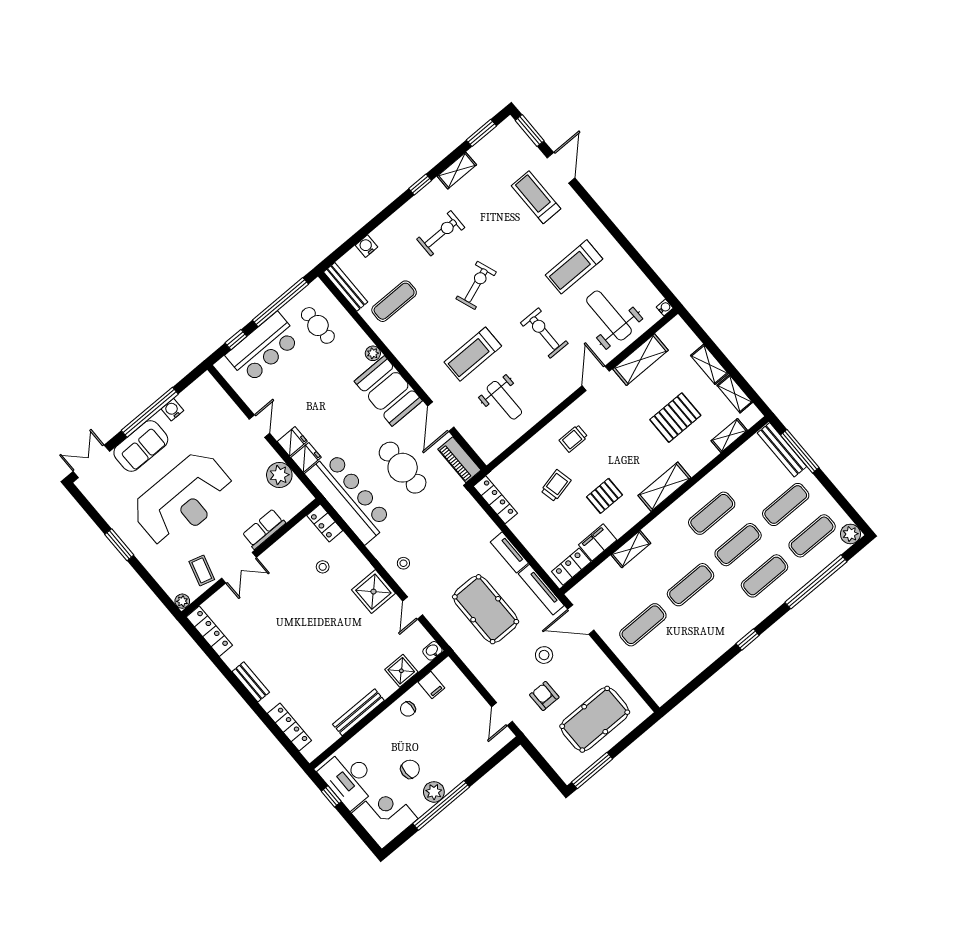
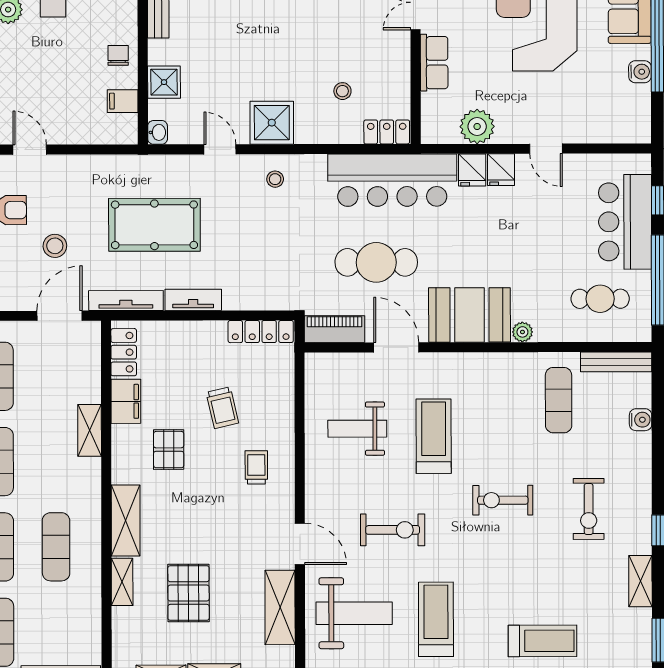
exercise bike: (476, 285) -> (503, 500), turned 110
shelving: (729, 436) -> (122, 582), moved

